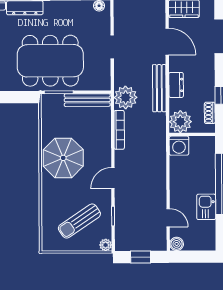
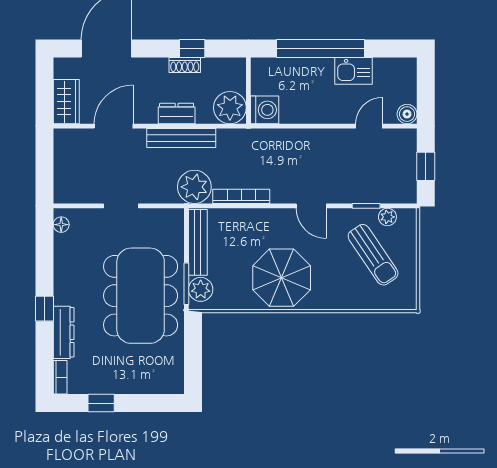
plant: (55, 102) -> (201, 289), added
shoe rack: (210, 113) -> (185, 65), moved
plant: (106, 245) -> (387, 217), moved

